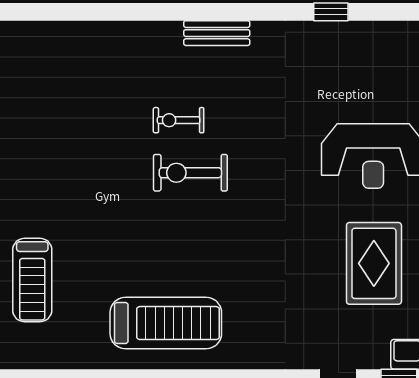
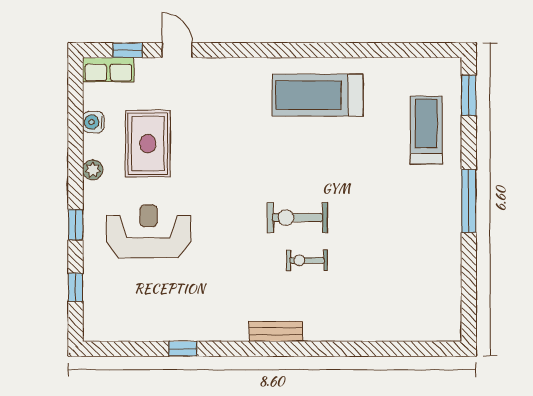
exercise bike: (179, 120) -> (307, 260), turned 180
exercise bike: (190, 173) -> (297, 218), turned 180

